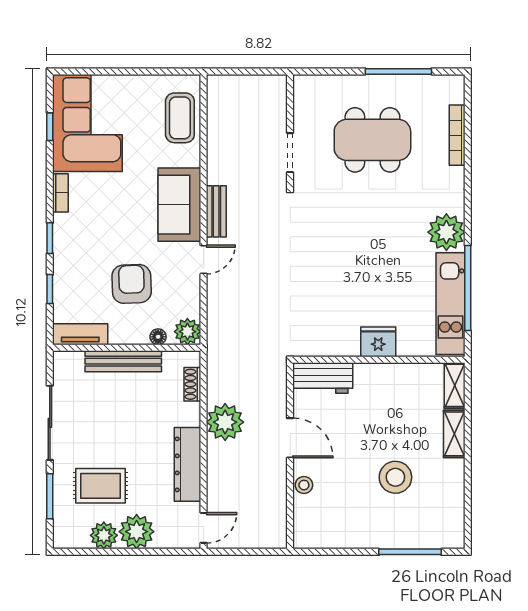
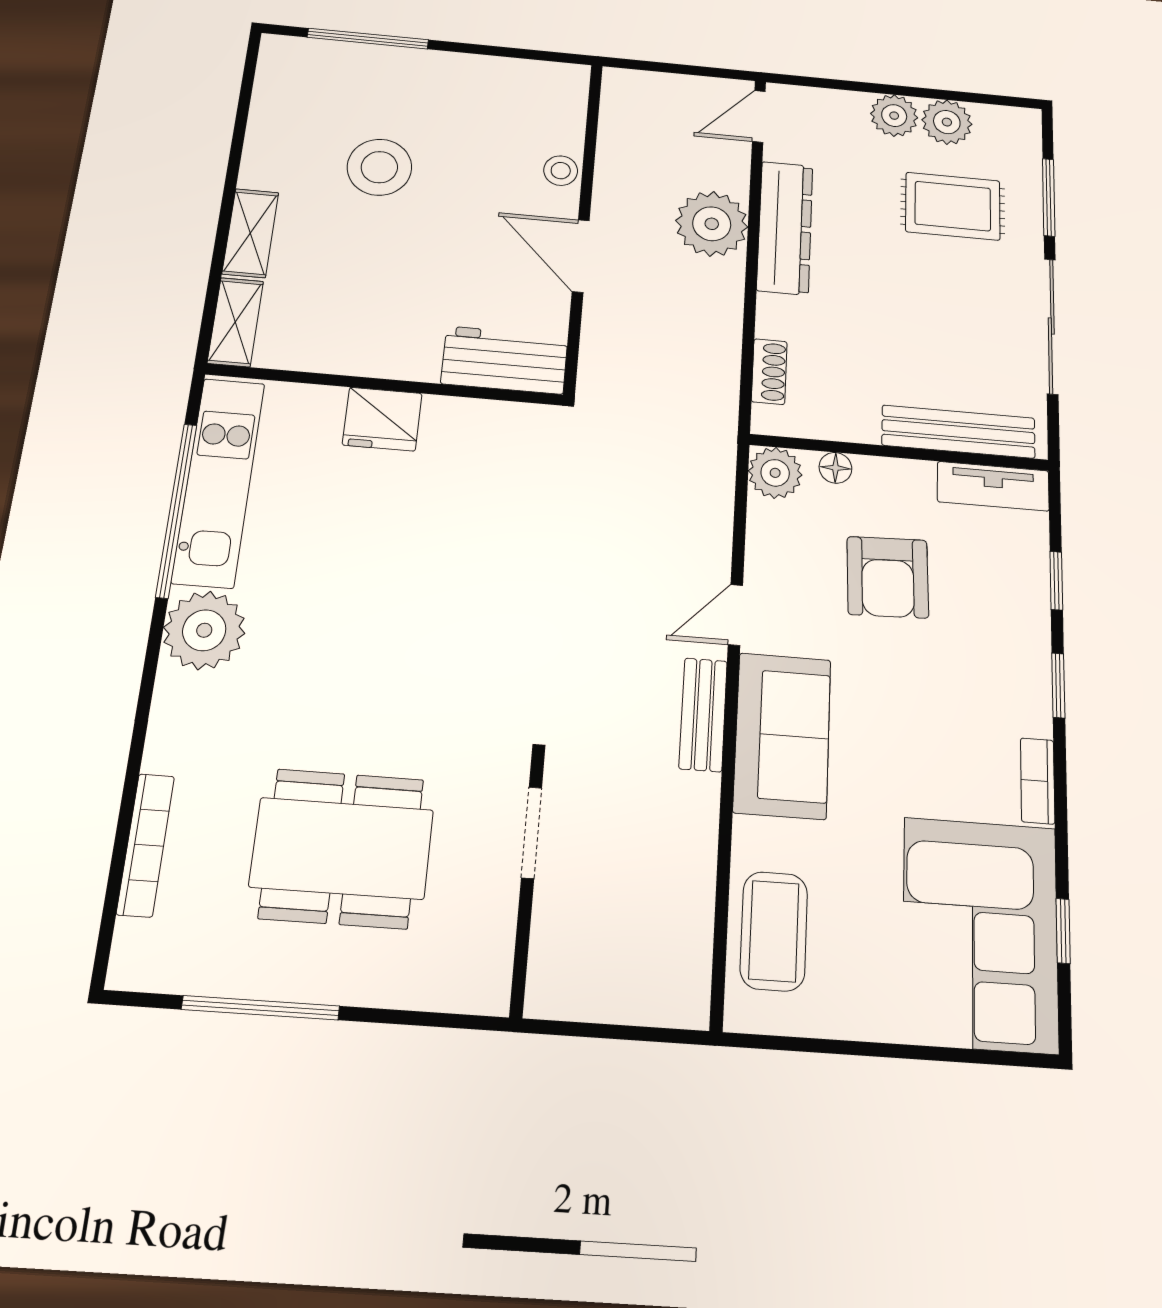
bench: (123, 361) -> (959, 432), moved
plant: (225, 422) -> (712, 224), moved
plant: (137, 532) -> (894, 116), width x0.73, depth x0.73

